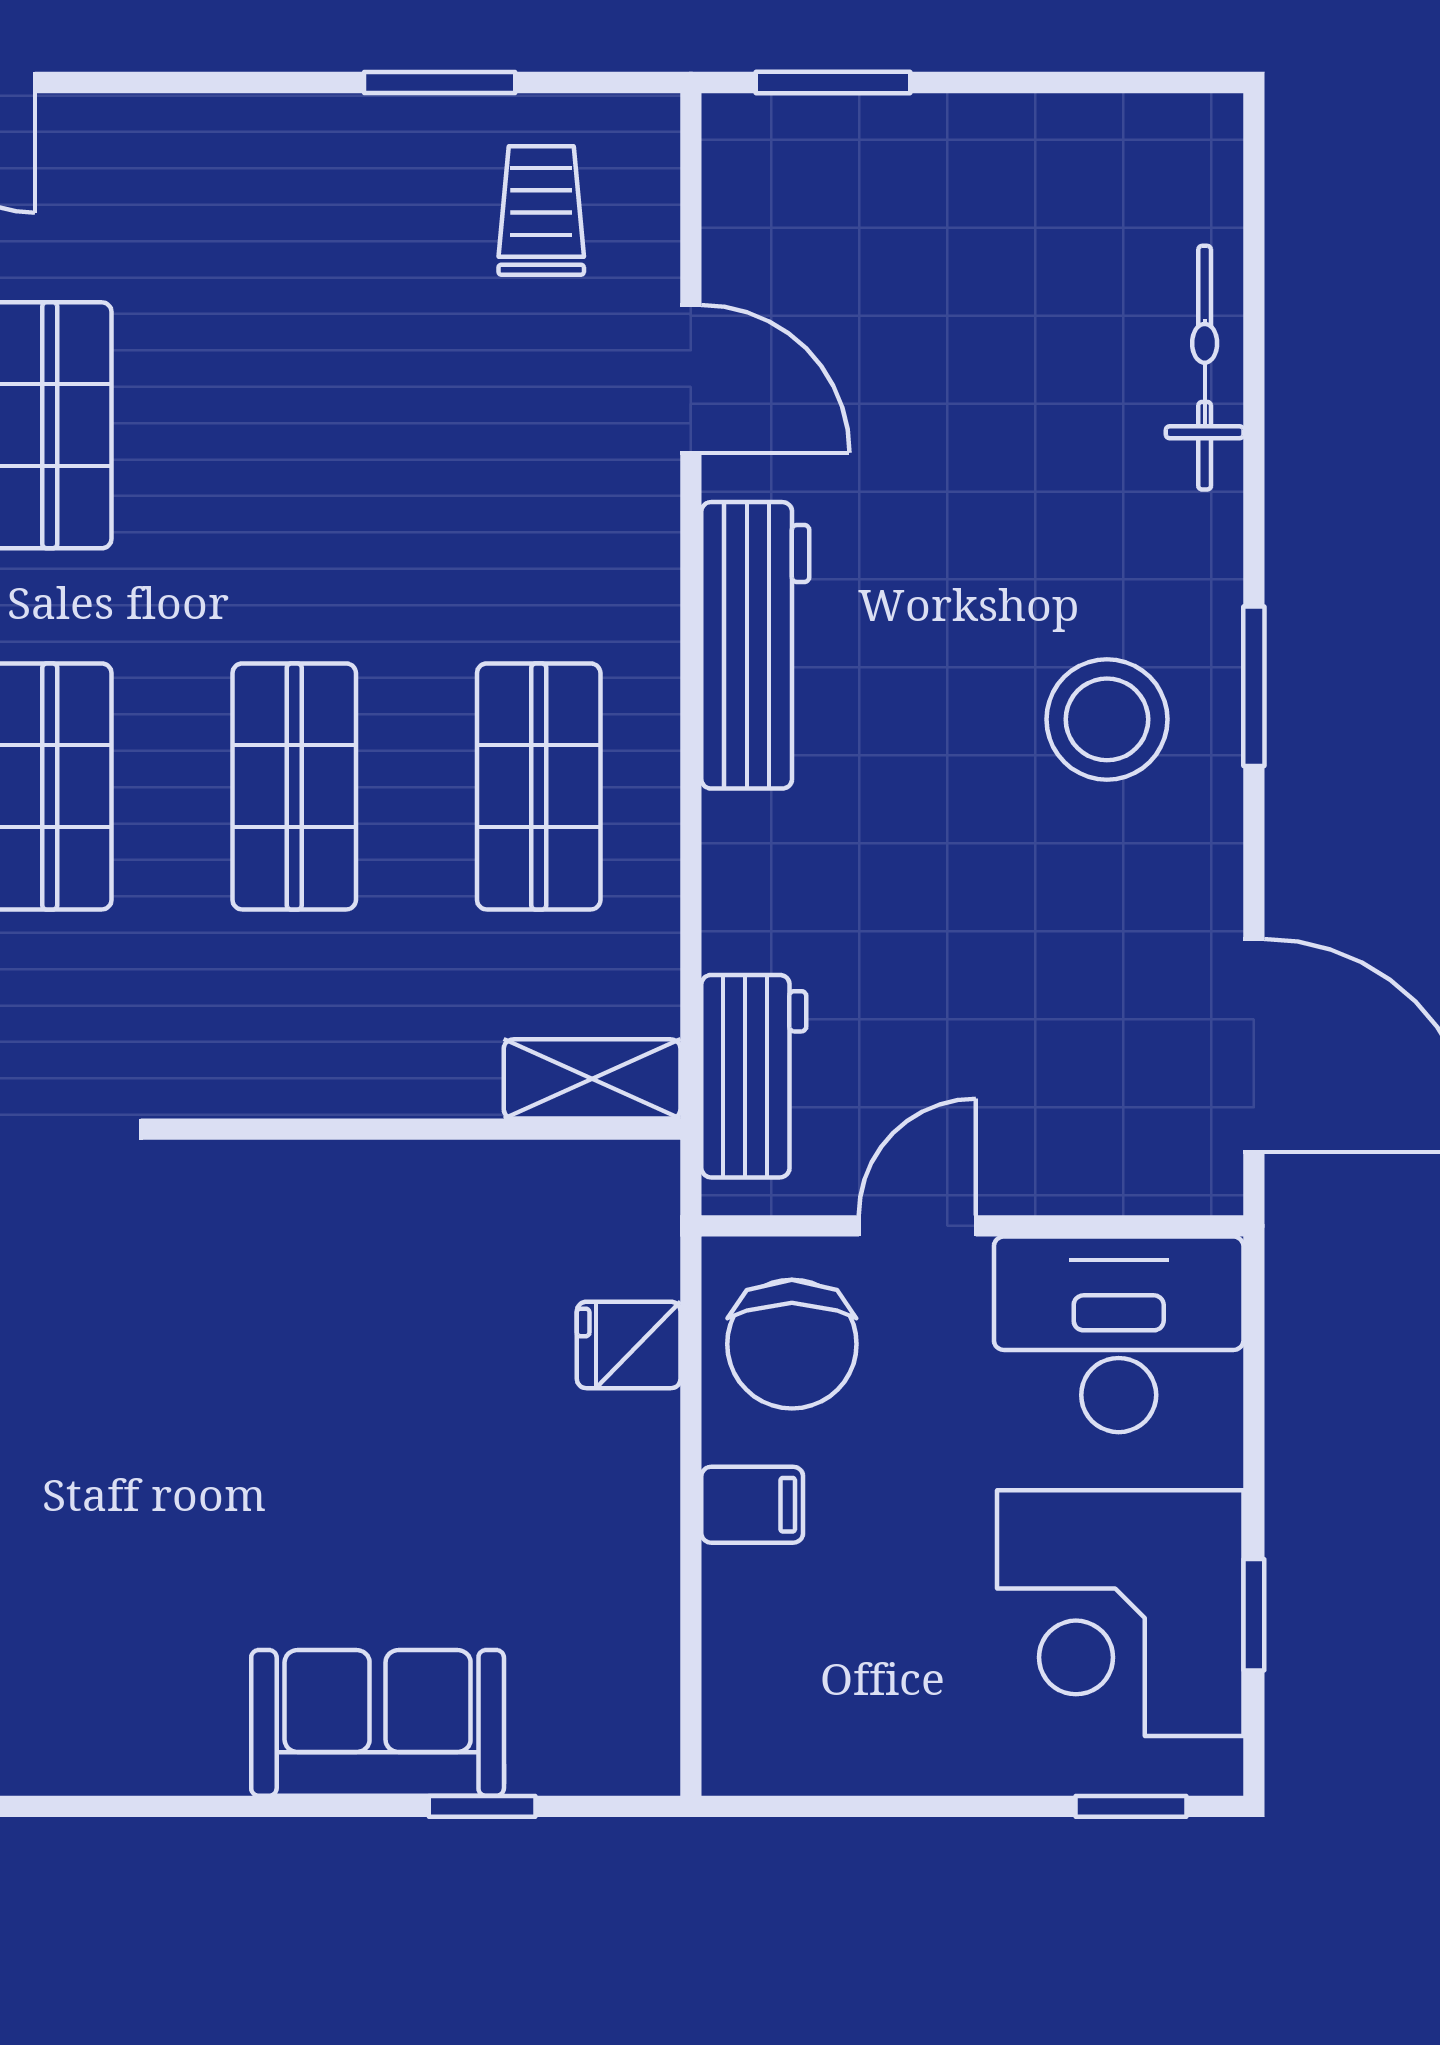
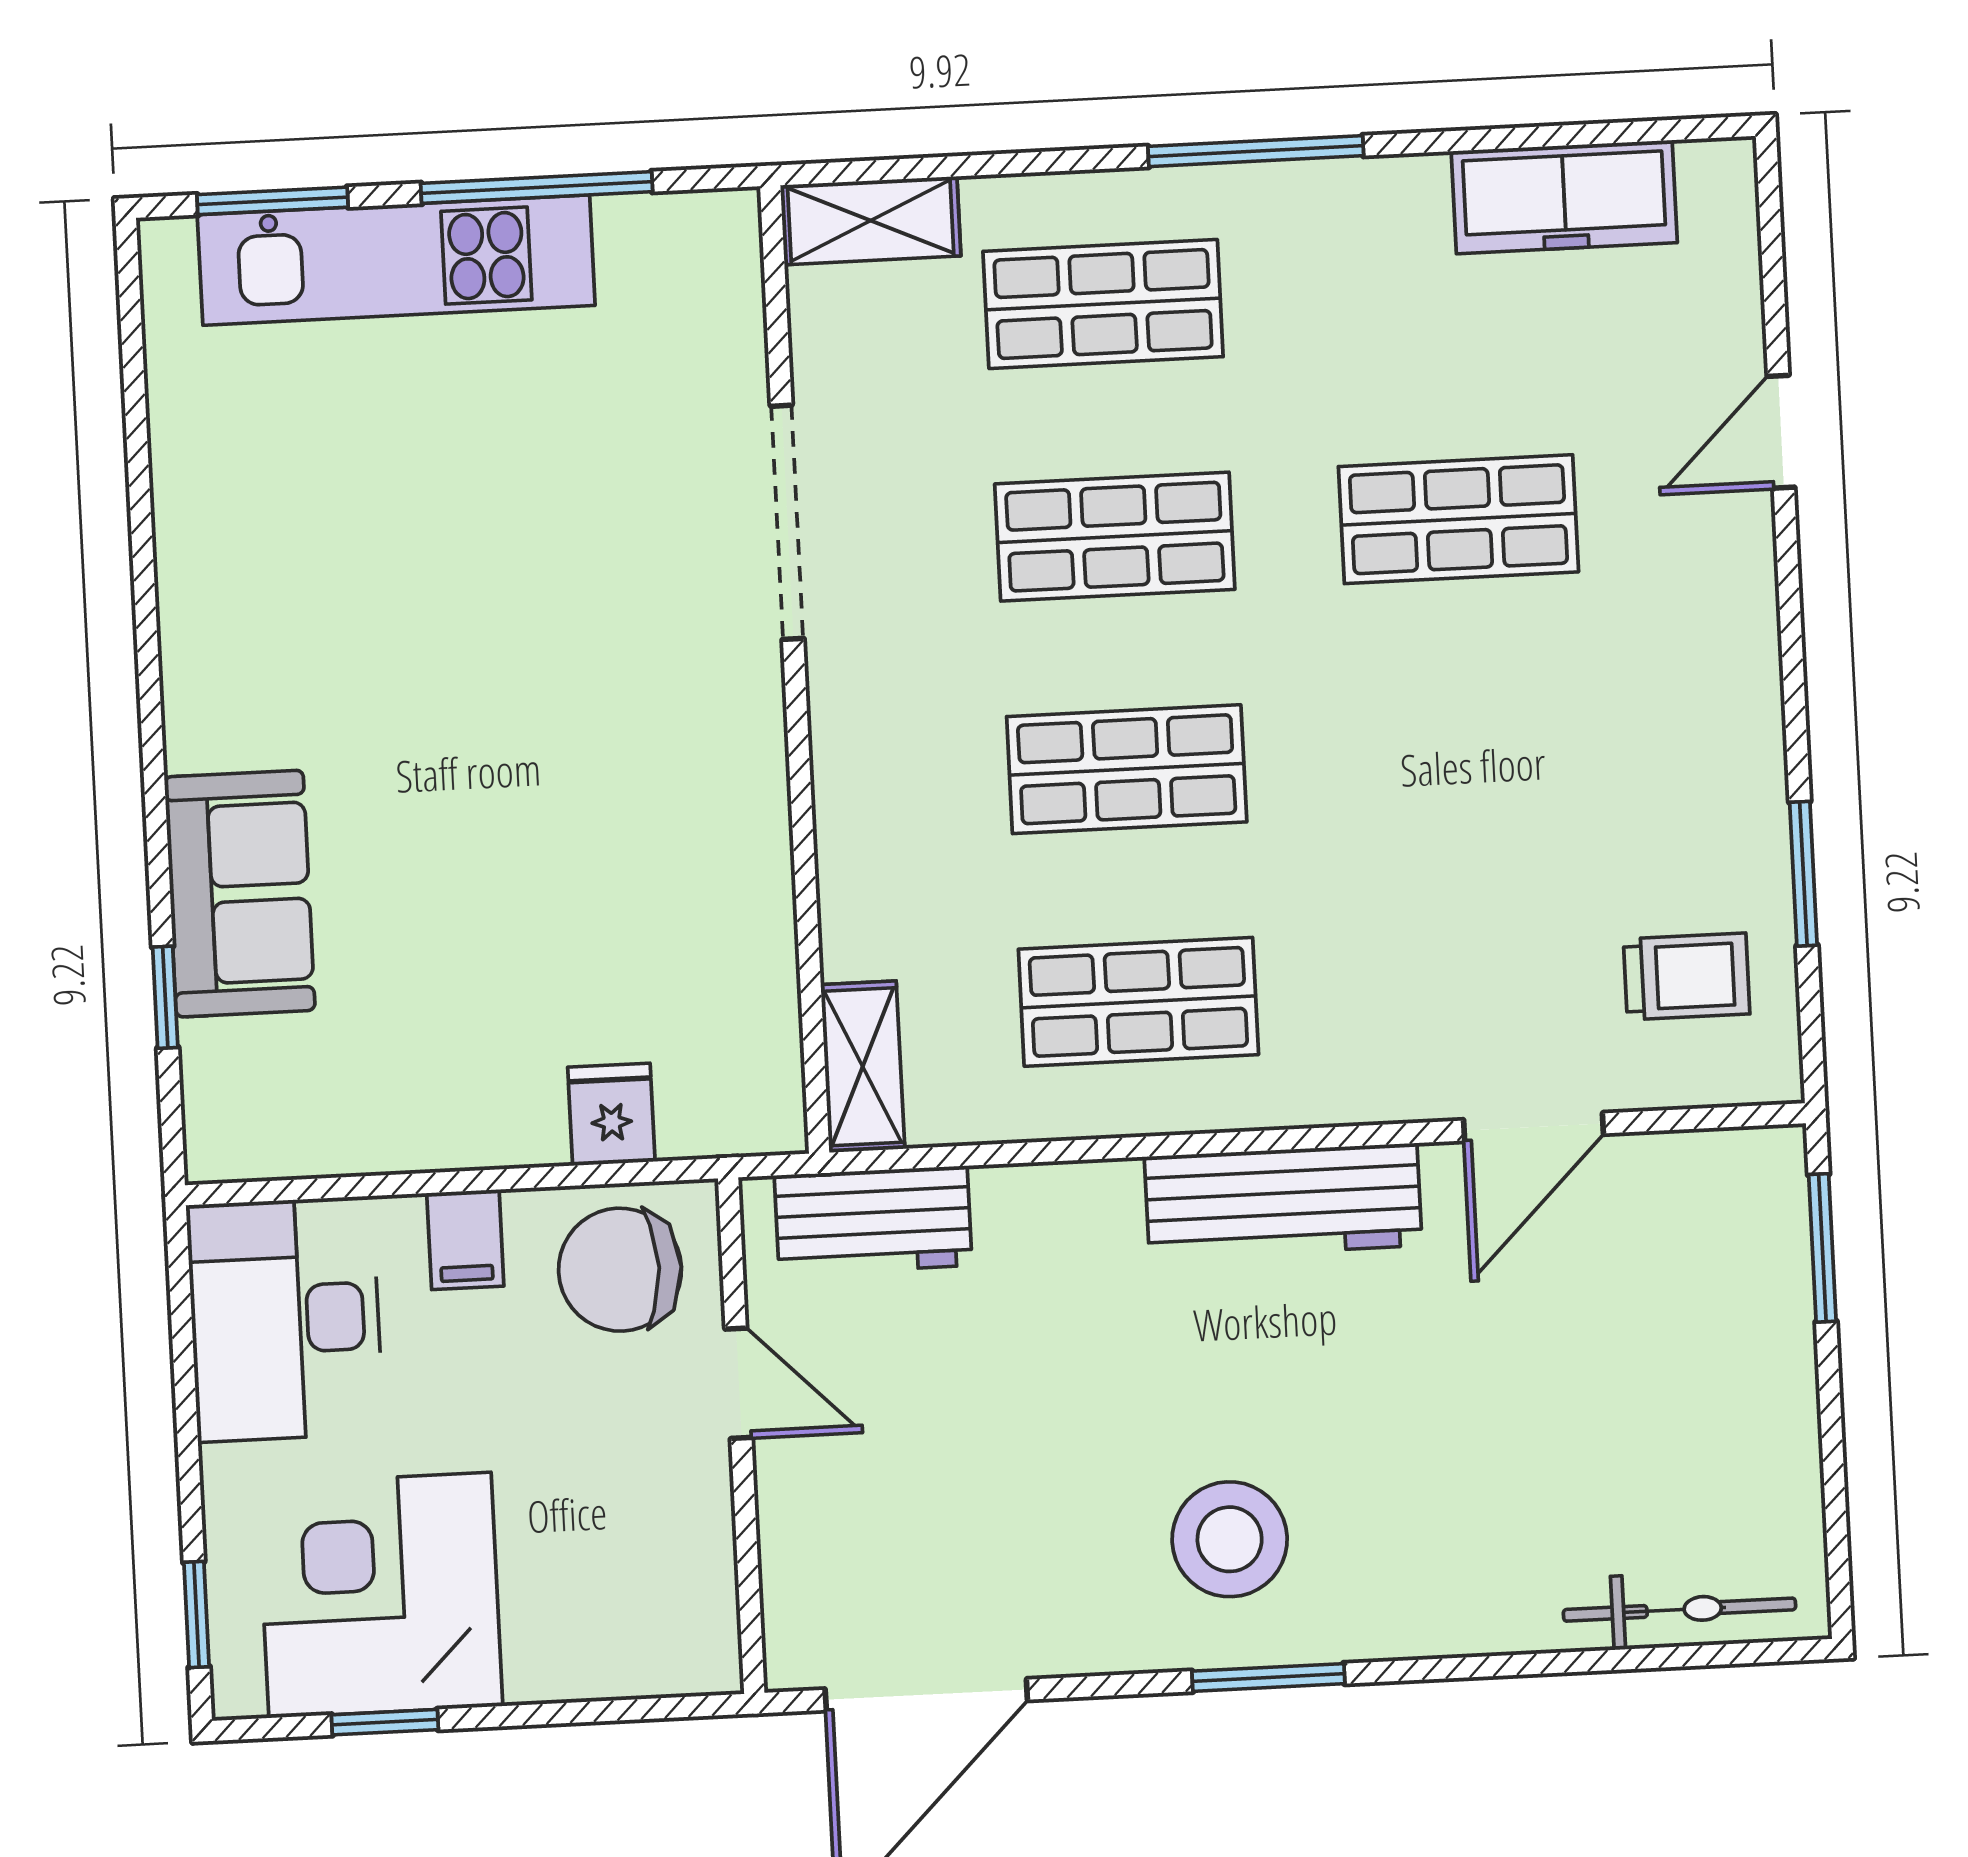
bicycle: (1205, 368) -> (1680, 1610), moved
desk: (1119, 1334) -> (285, 1319), moved, turned 180

